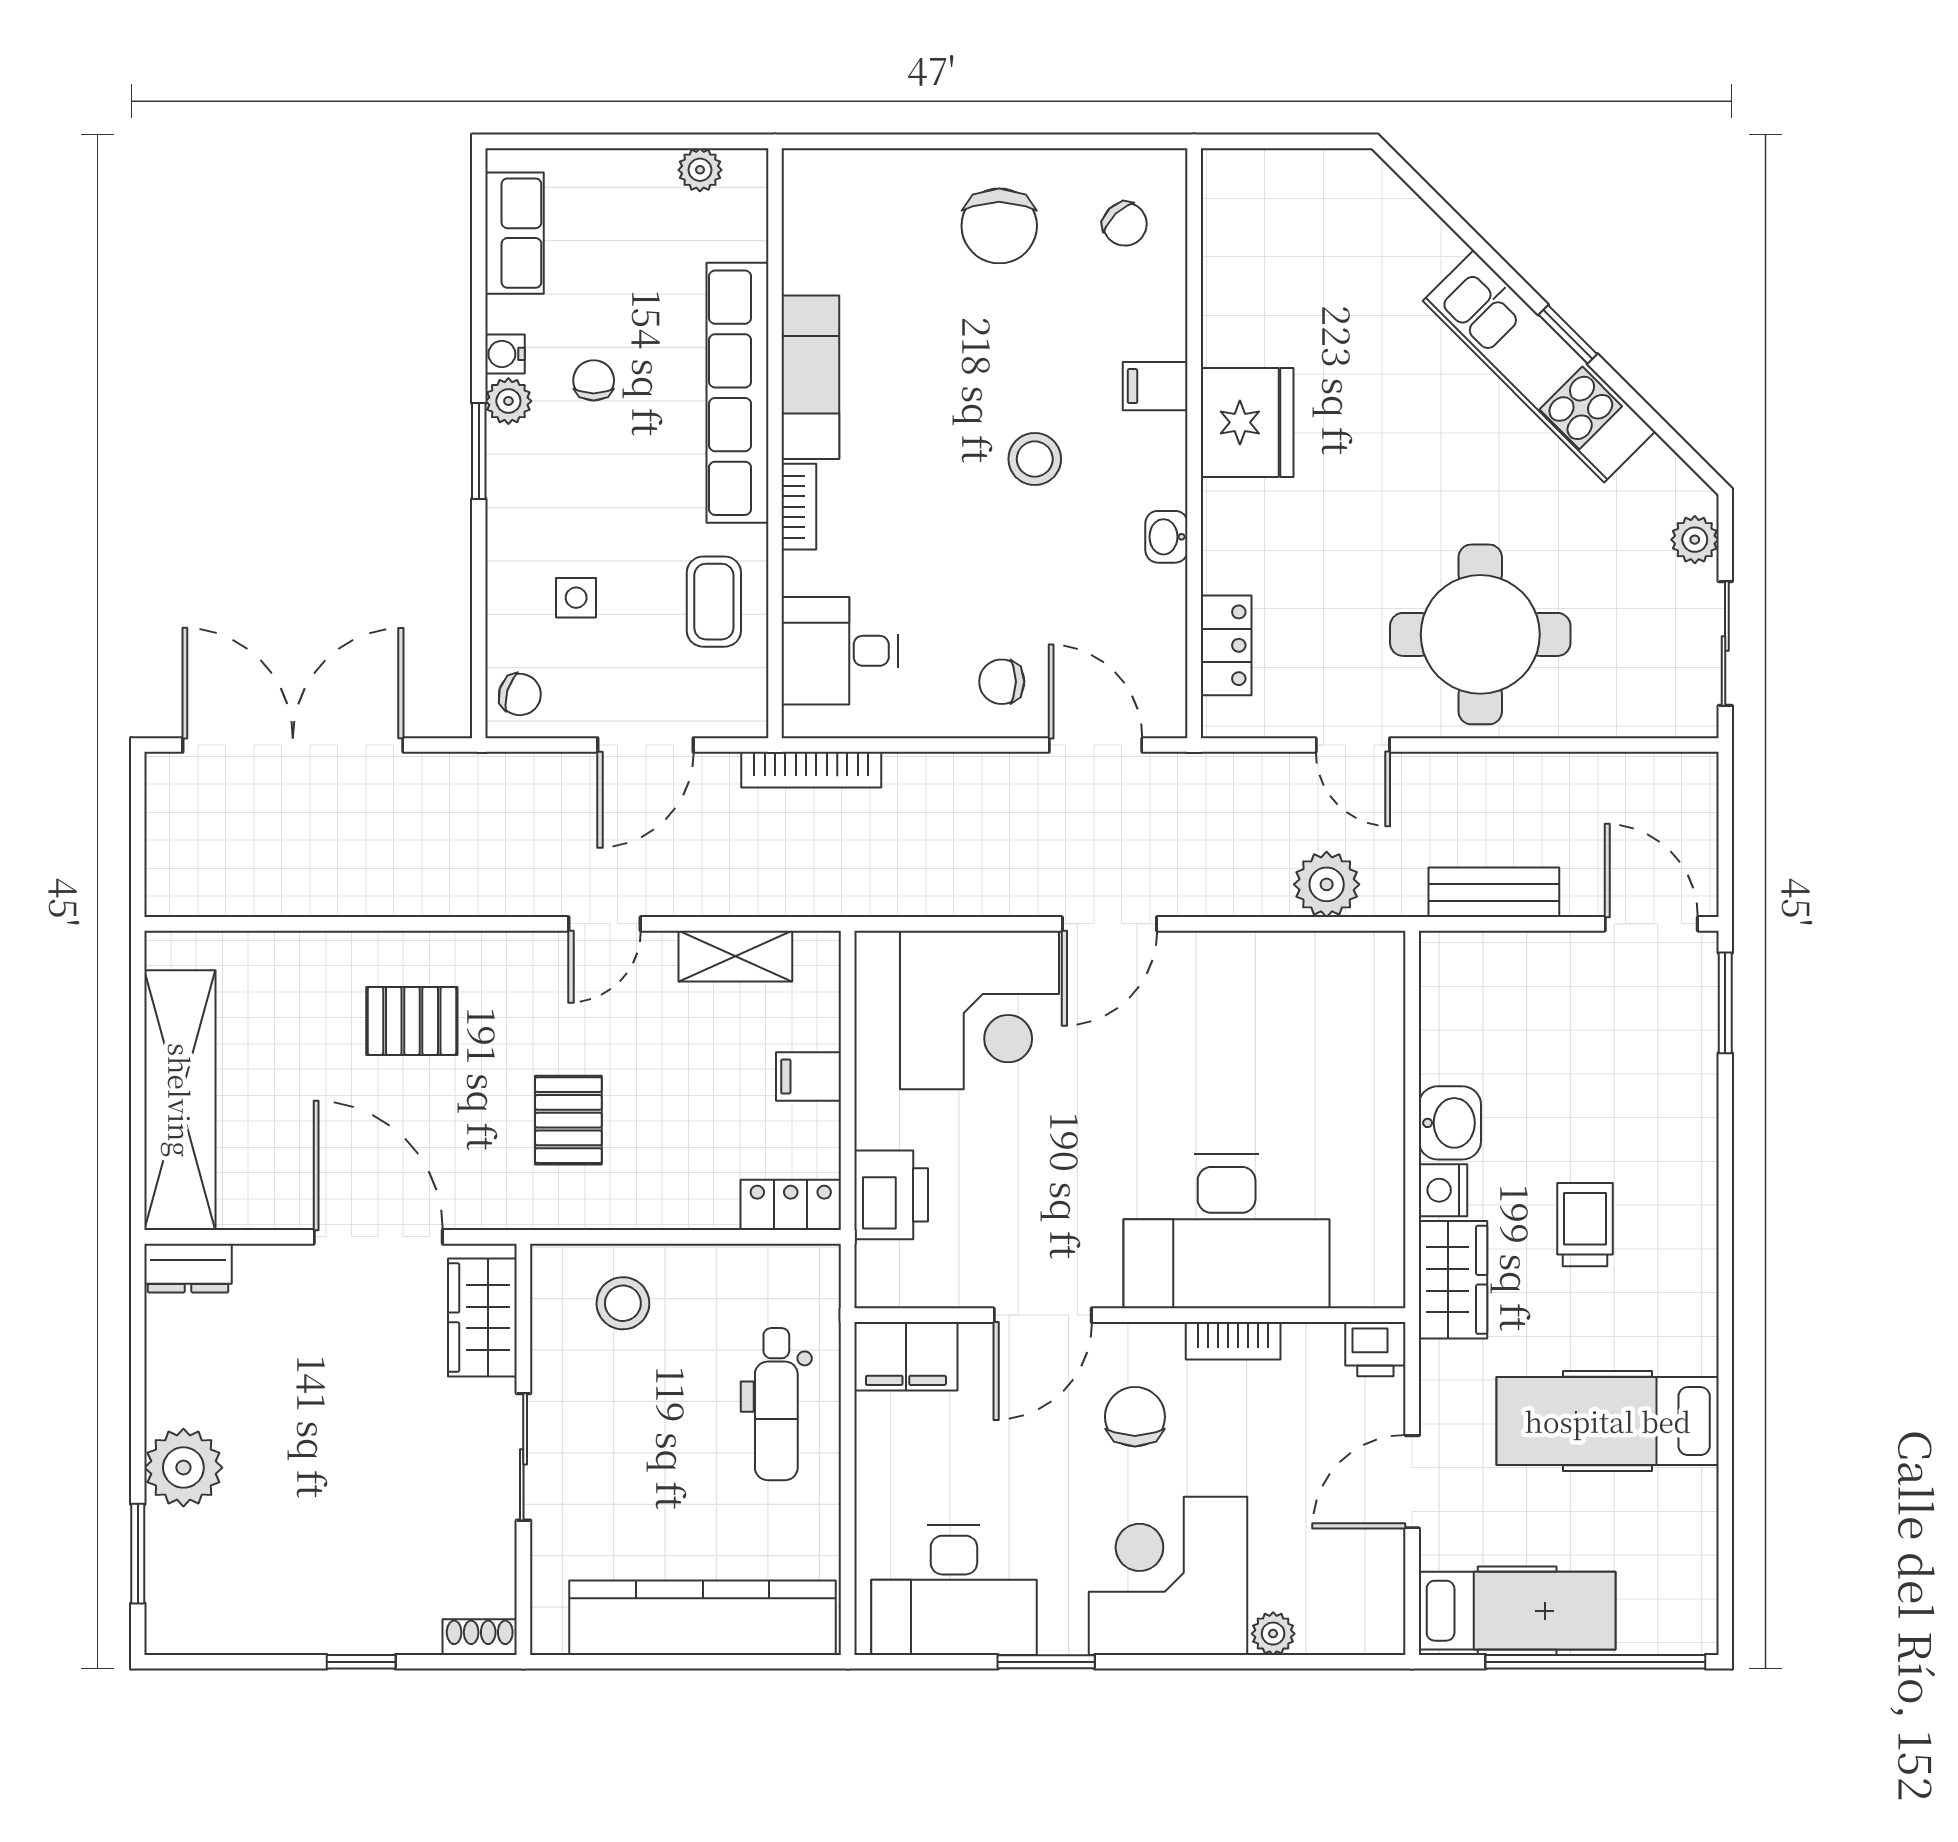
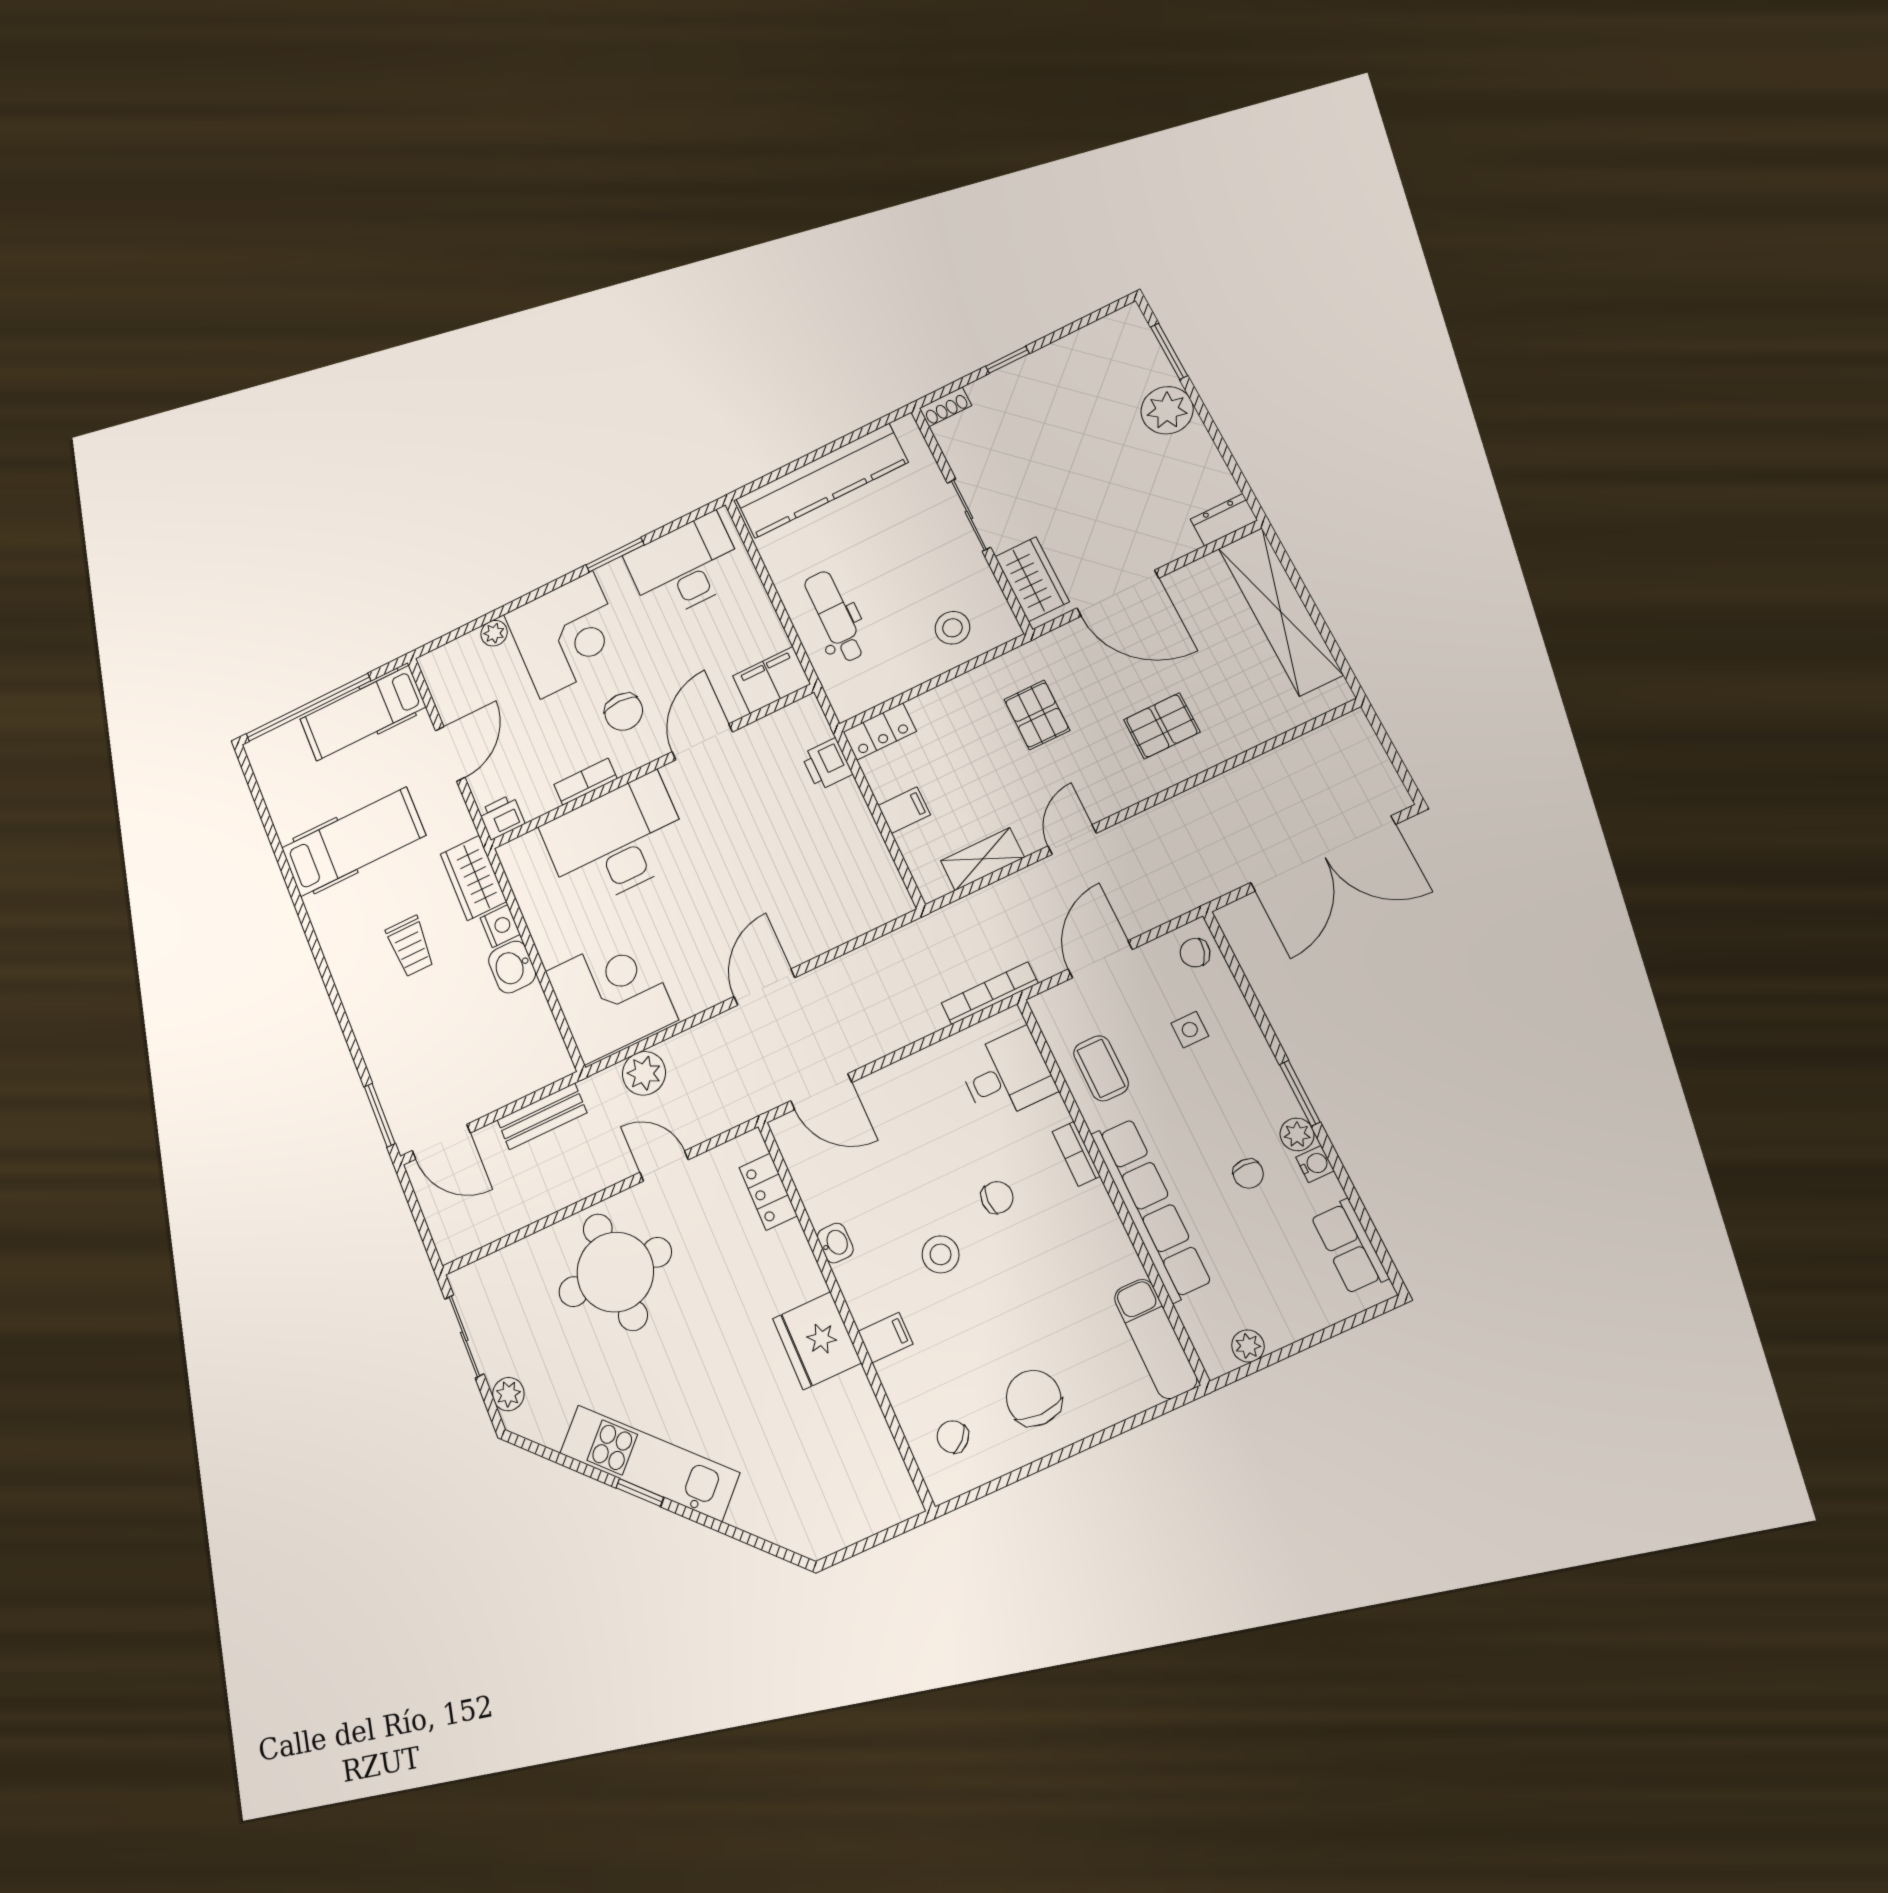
exam couch: (810, 377) -> (1156, 1339), moved
chair: (1002, 682) -> (997, 1197), moved
corner desk: (980, 1010) -> (612, 996), moved, turned 90
printer: (891, 1195) -> (827, 764), width x0.73, depth x0.81

